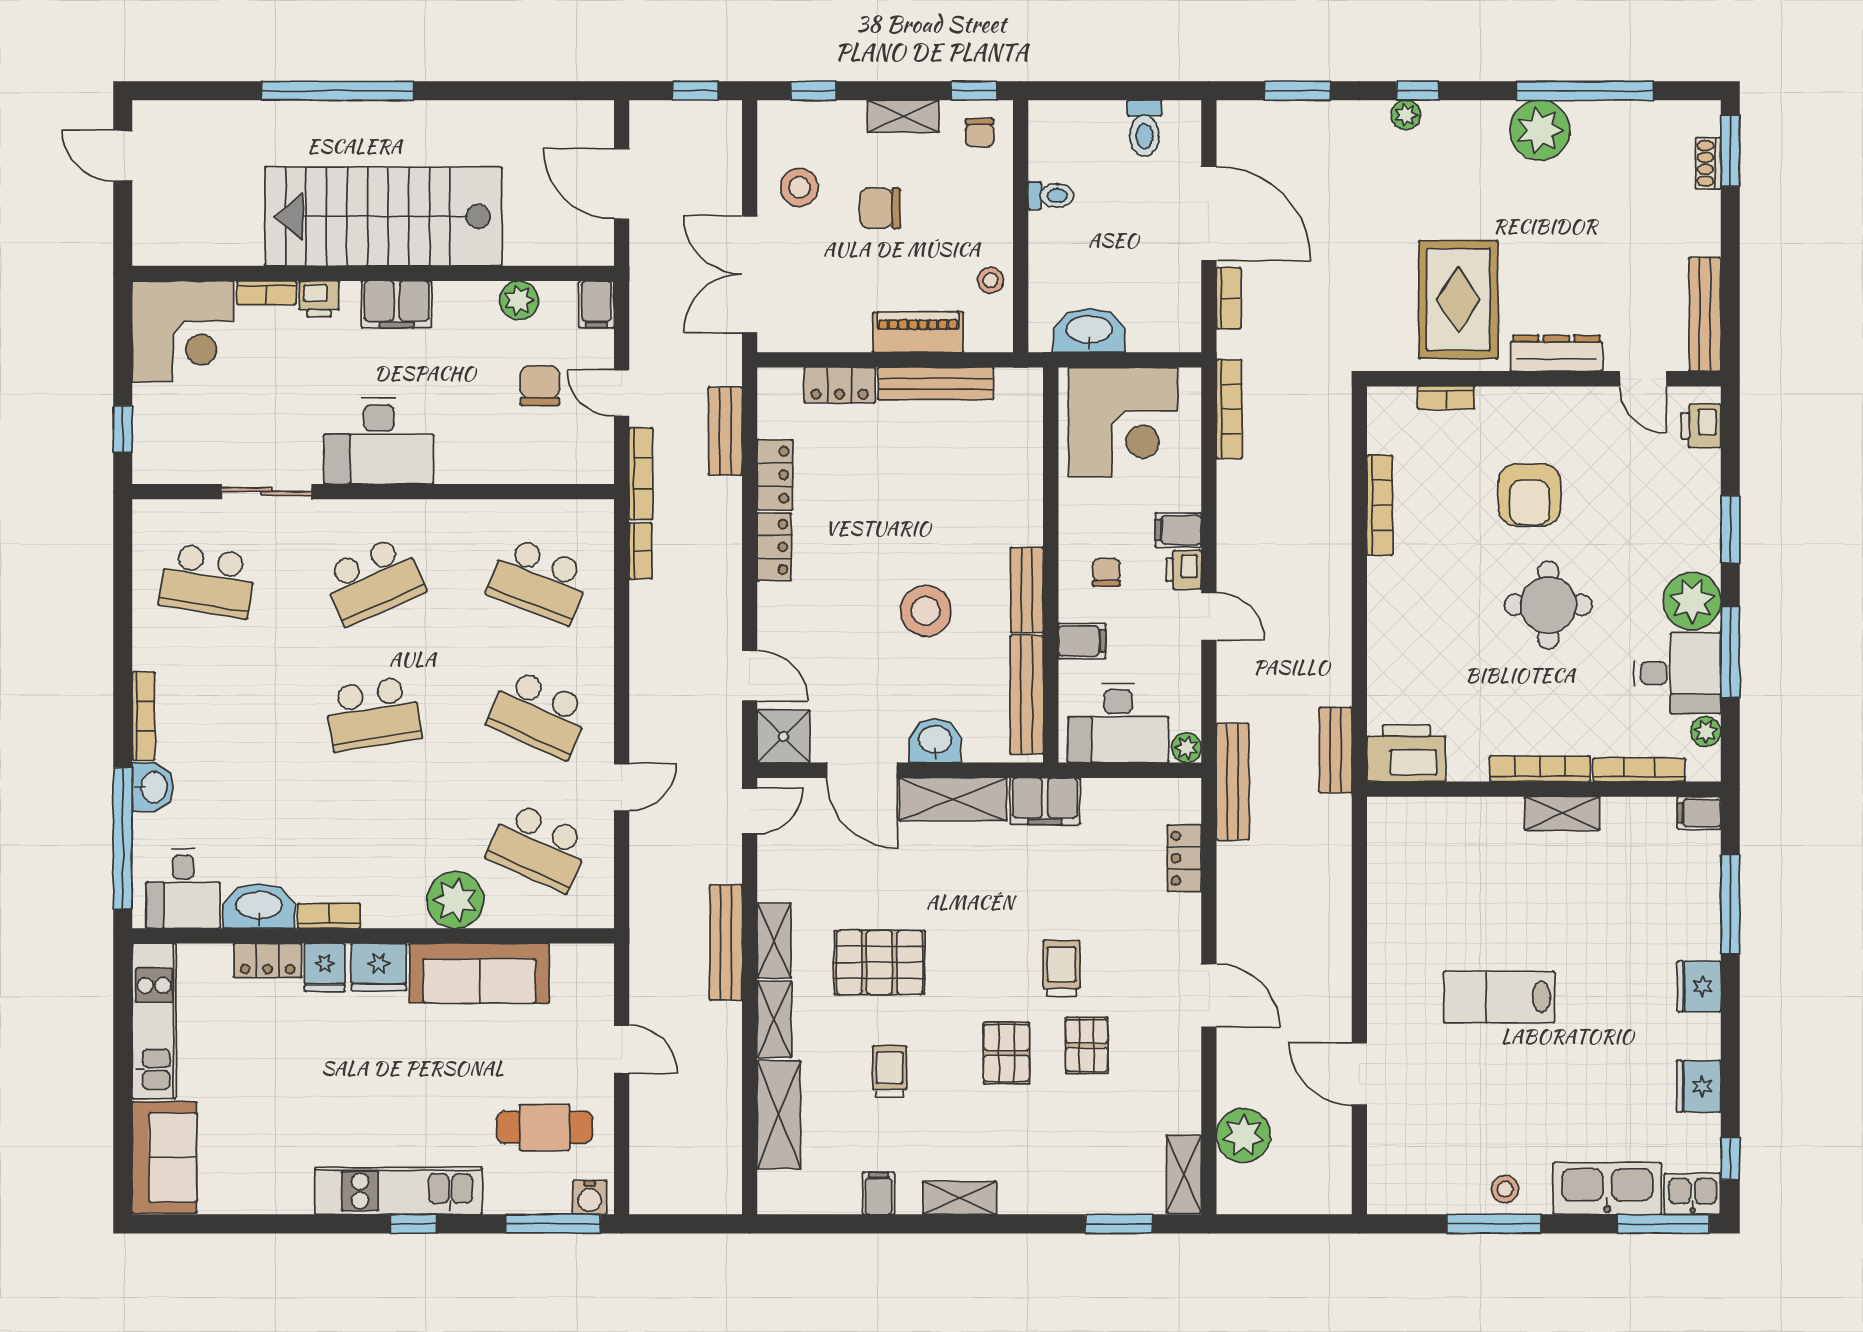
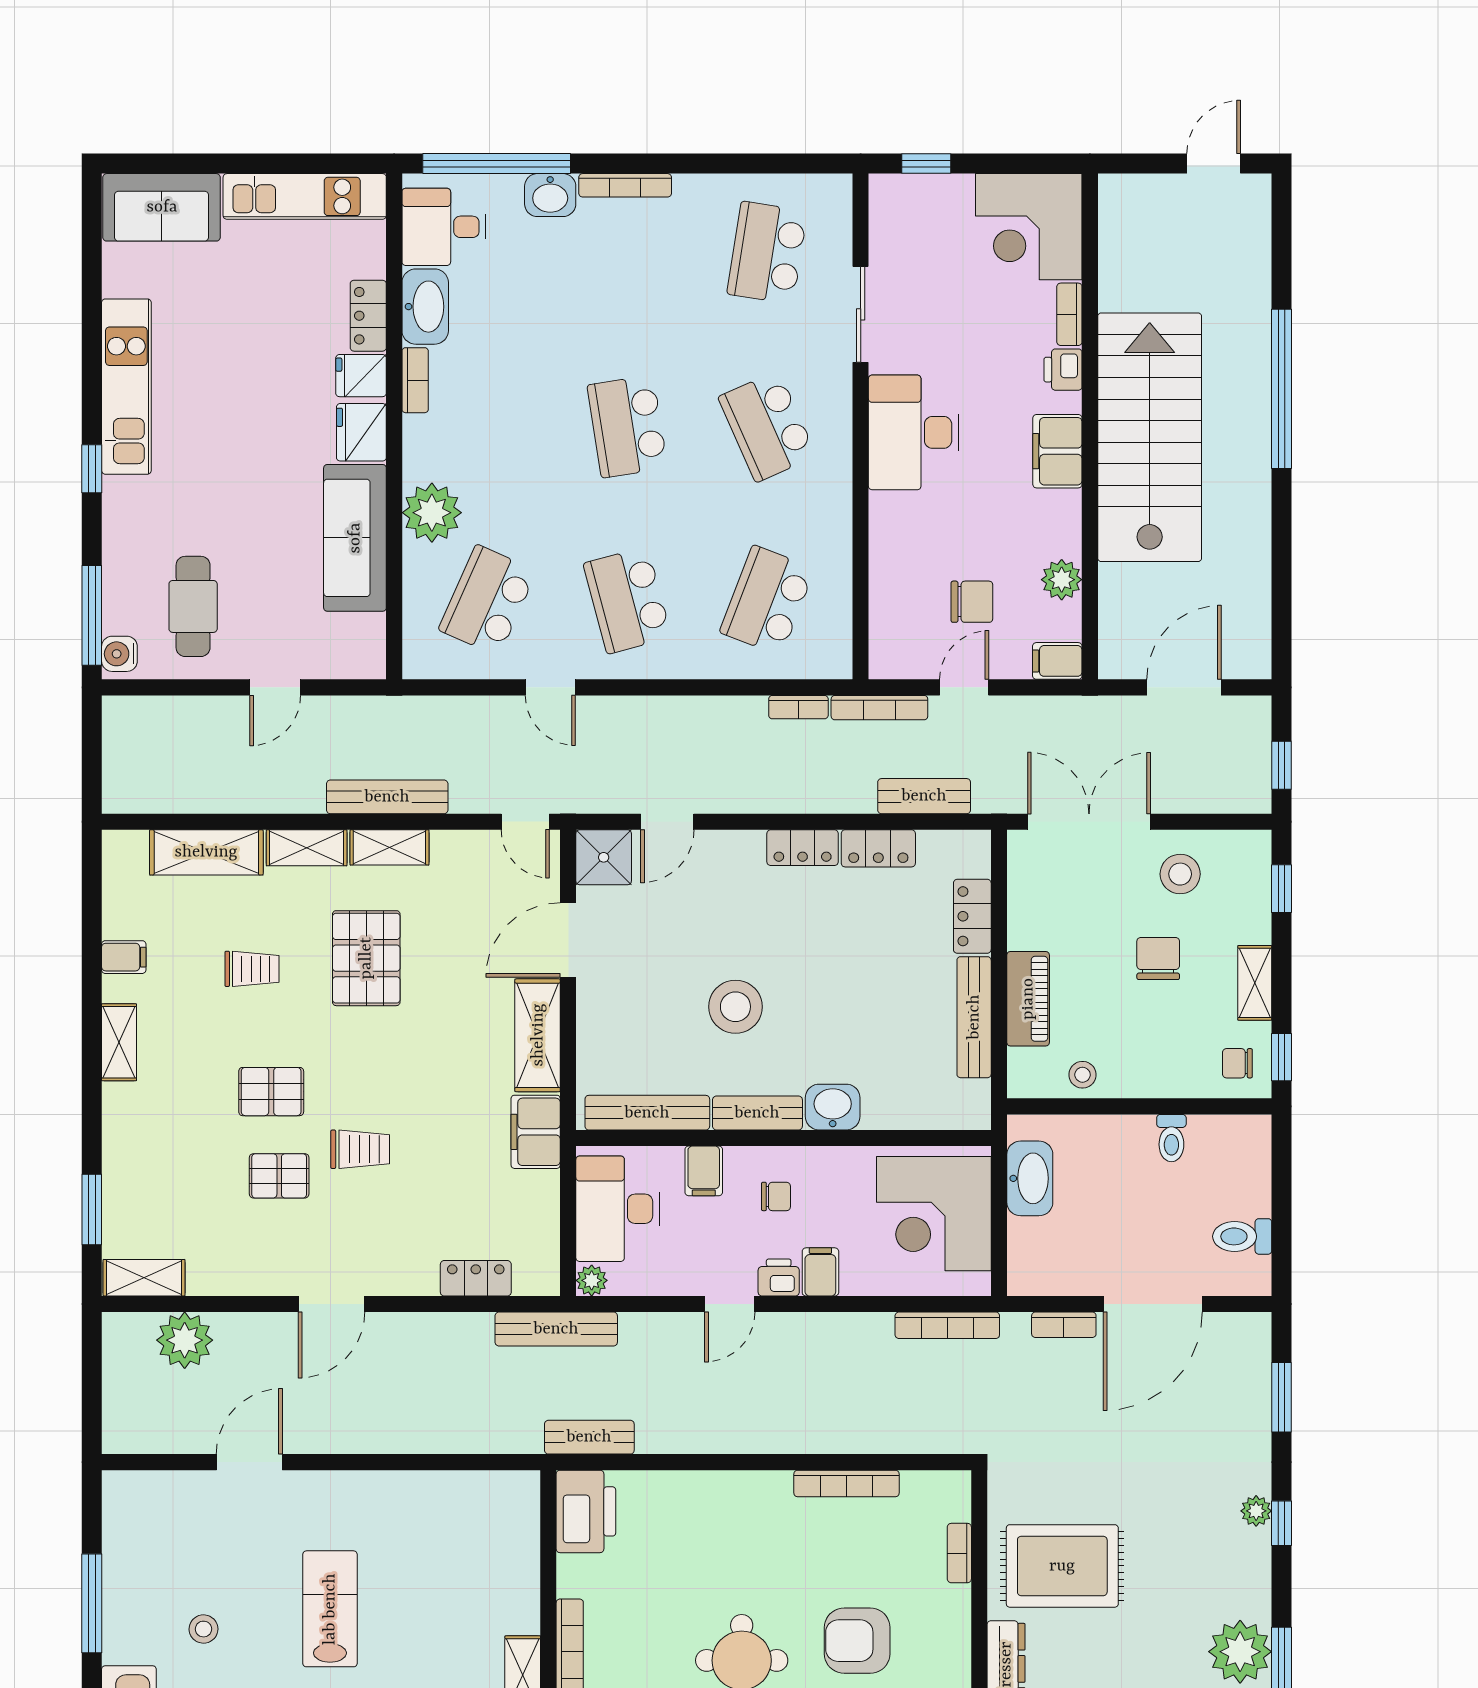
school desk: (539, 714) -> (627, 600), turned -39
washbasin: (935, 741) -> (833, 1107), moved, turned -90
stool: (1505, 1189) -> (203, 1629), moved
kitchen unit: (399, 1191) -> (126, 387), moved

